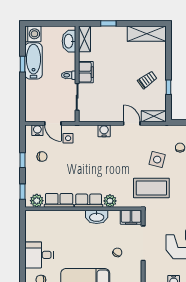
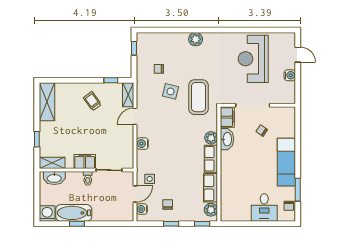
window: (168, 87) -> (111, 80), moved
washbasin: (97, 217) -> (227, 139), moved

